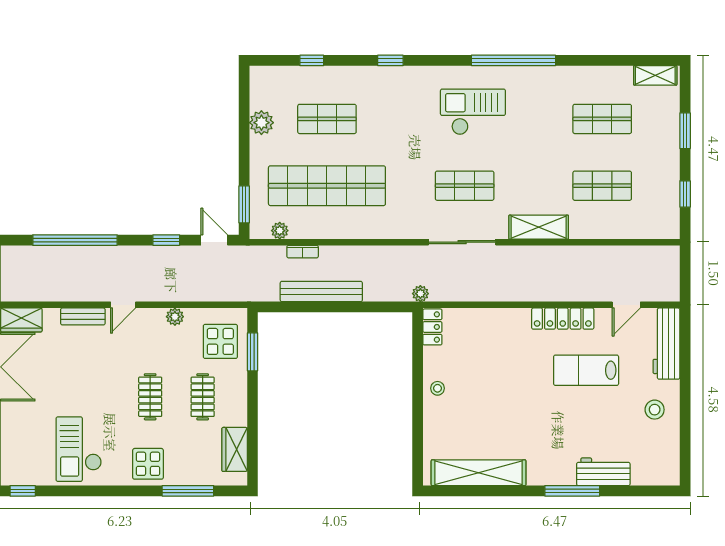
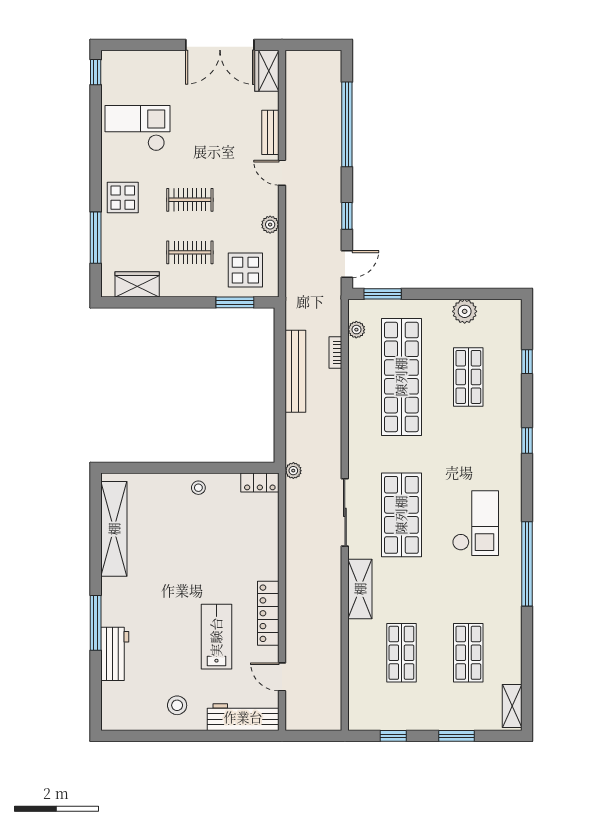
shop shelf: (465, 186) -> (401, 515), width x1.43, depth x1.36

